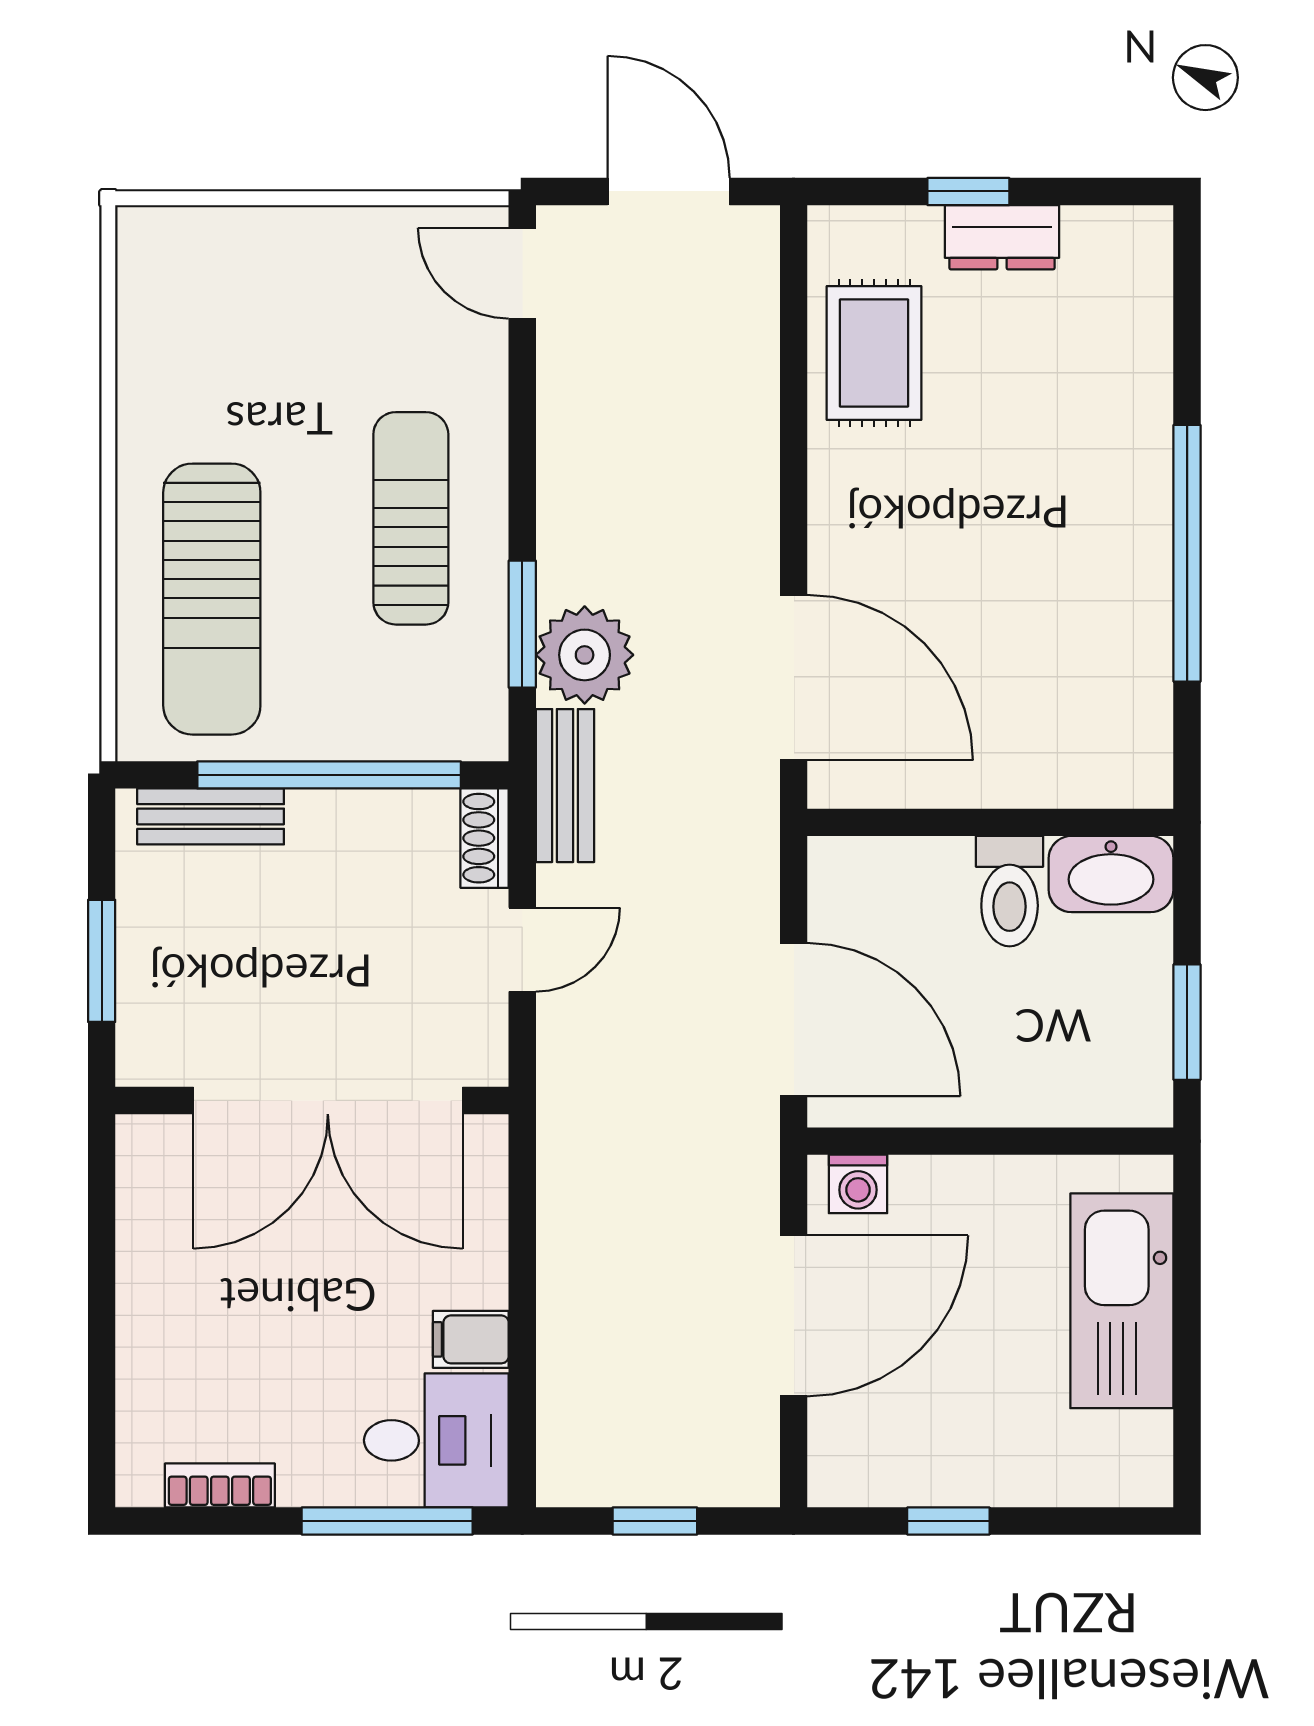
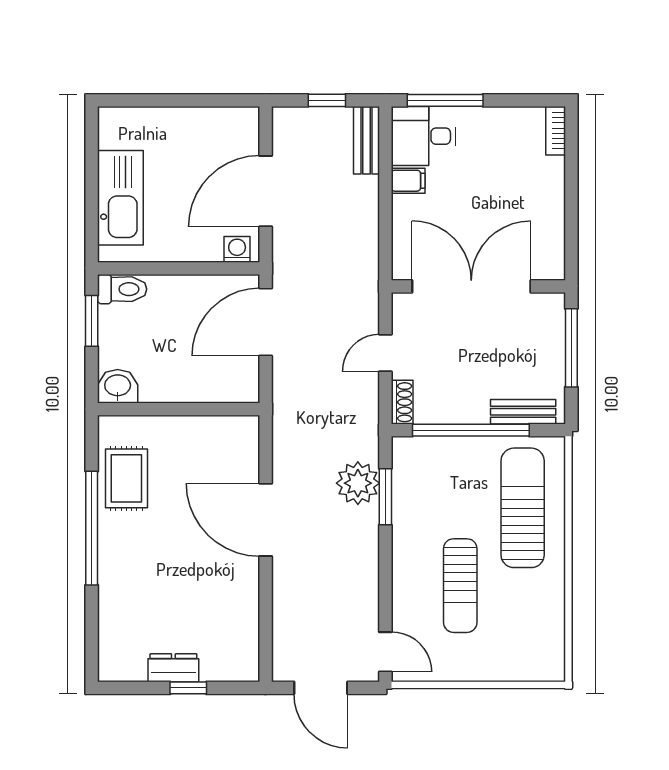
rug: (874, 353) -> (126, 478), moved
sun lounger: (411, 518) -> (460, 586), moved
door: (794, 678) -> (266, 520), moved
bench: (565, 786) -> (367, 140), moved
washbasin: (1111, 874) -> (118, 386), width x0.72
toilet: (1010, 891) -> (122, 289), moved, turned 90
window: (102, 961) -> (571, 348), width x1.44
door: (794, 1020) -> (266, 322), hinge flipped
bookcase: (220, 1485) -> (556, 131), moved, turned 90
window: (948, 1521) -> (197, 100), removed

